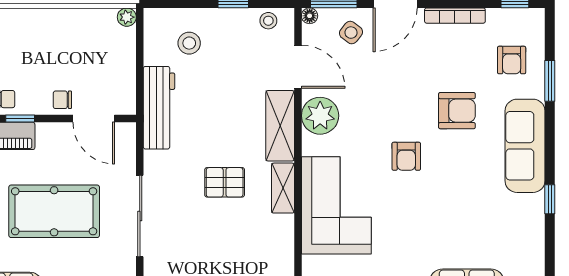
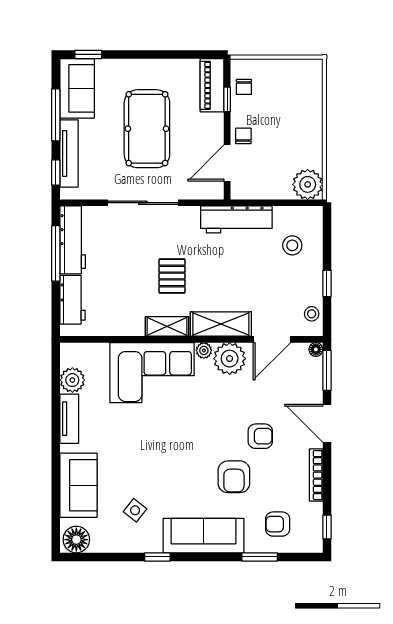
plant: (127, 17) -> (308, 184), width x1.88, depth x1.88
side table: (351, 33) -> (135, 510), moved
plant: (311, 145) -> (204, 350), added
armchair: (406, 156) -> (260, 436), moved, turned 180

